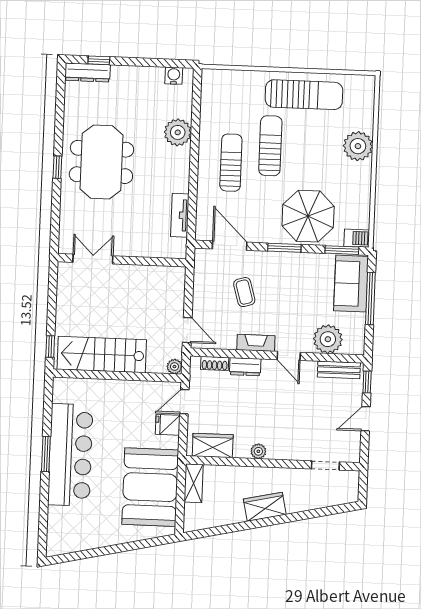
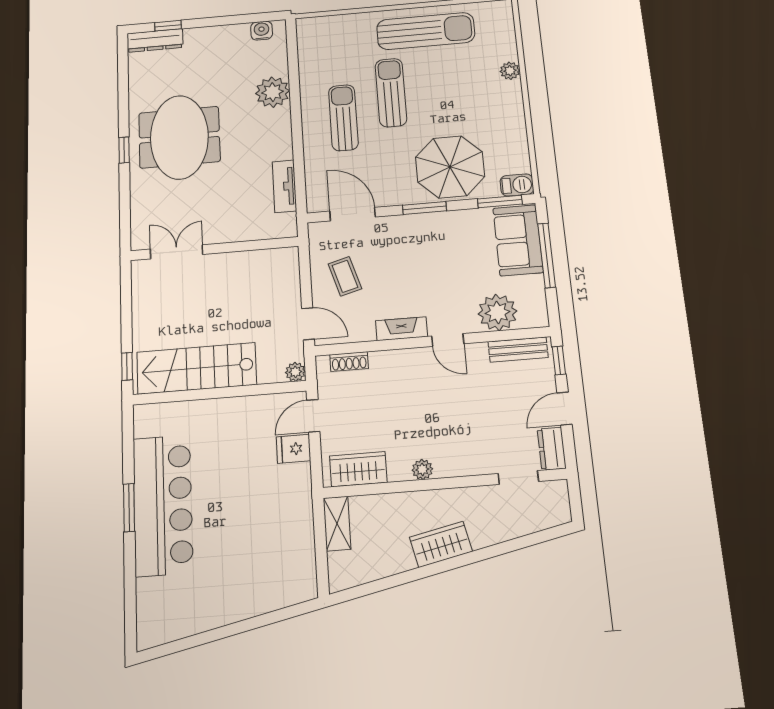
plant: (358, 146) -> (510, 71), width x0.53, depth x0.53
coffee table: (244, 292) -> (345, 276), moved
dresser: (245, 367) -> (552, 449), moved, turned 90
booth: (150, 487) -> (277, 536), removed

